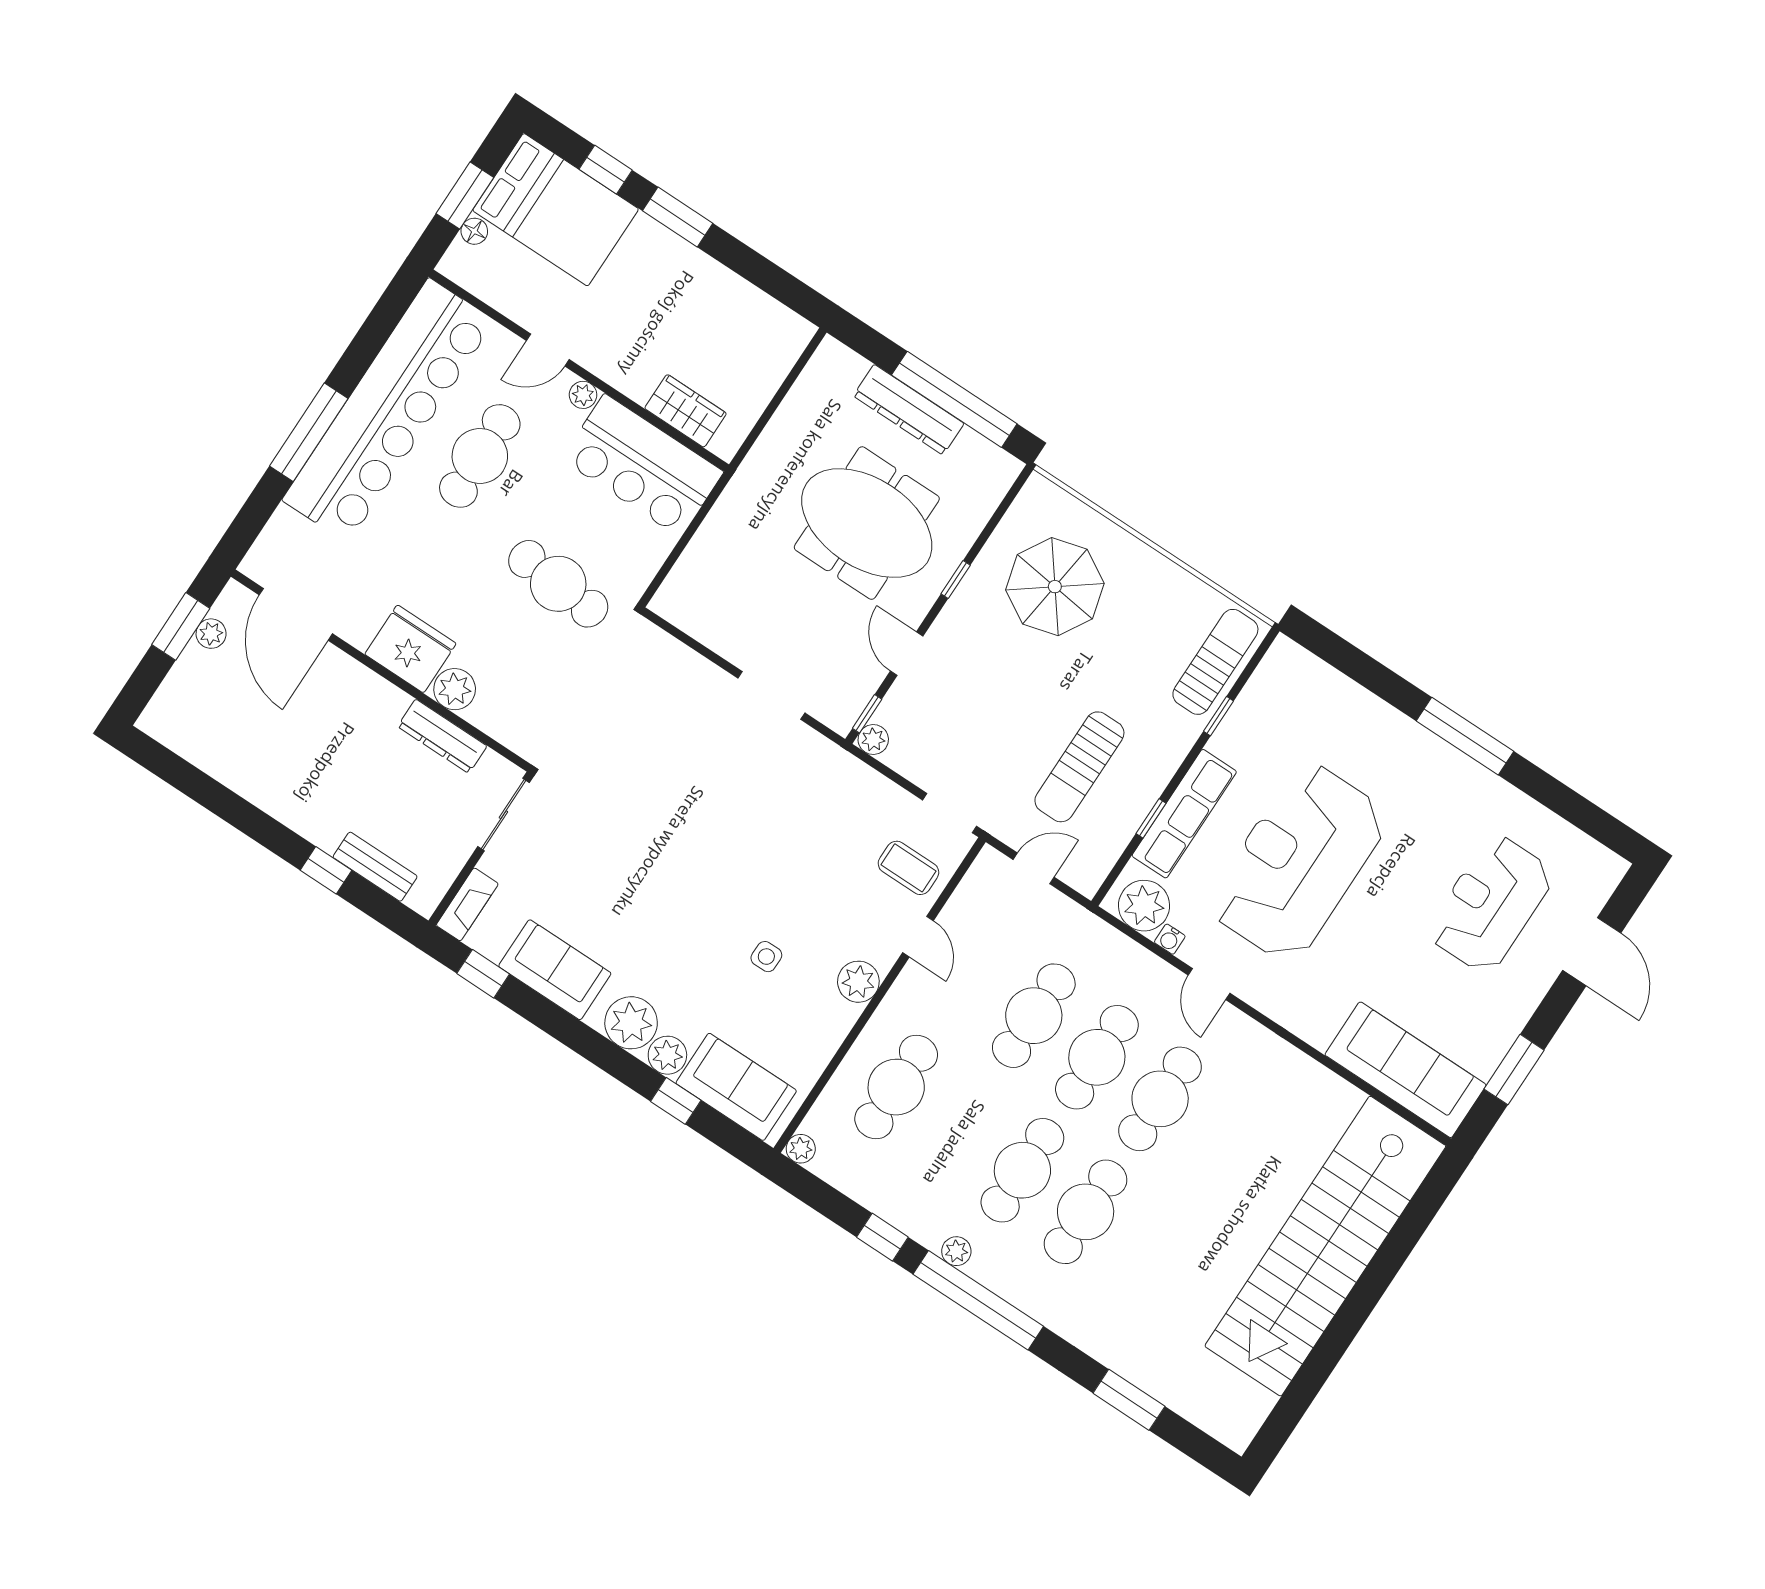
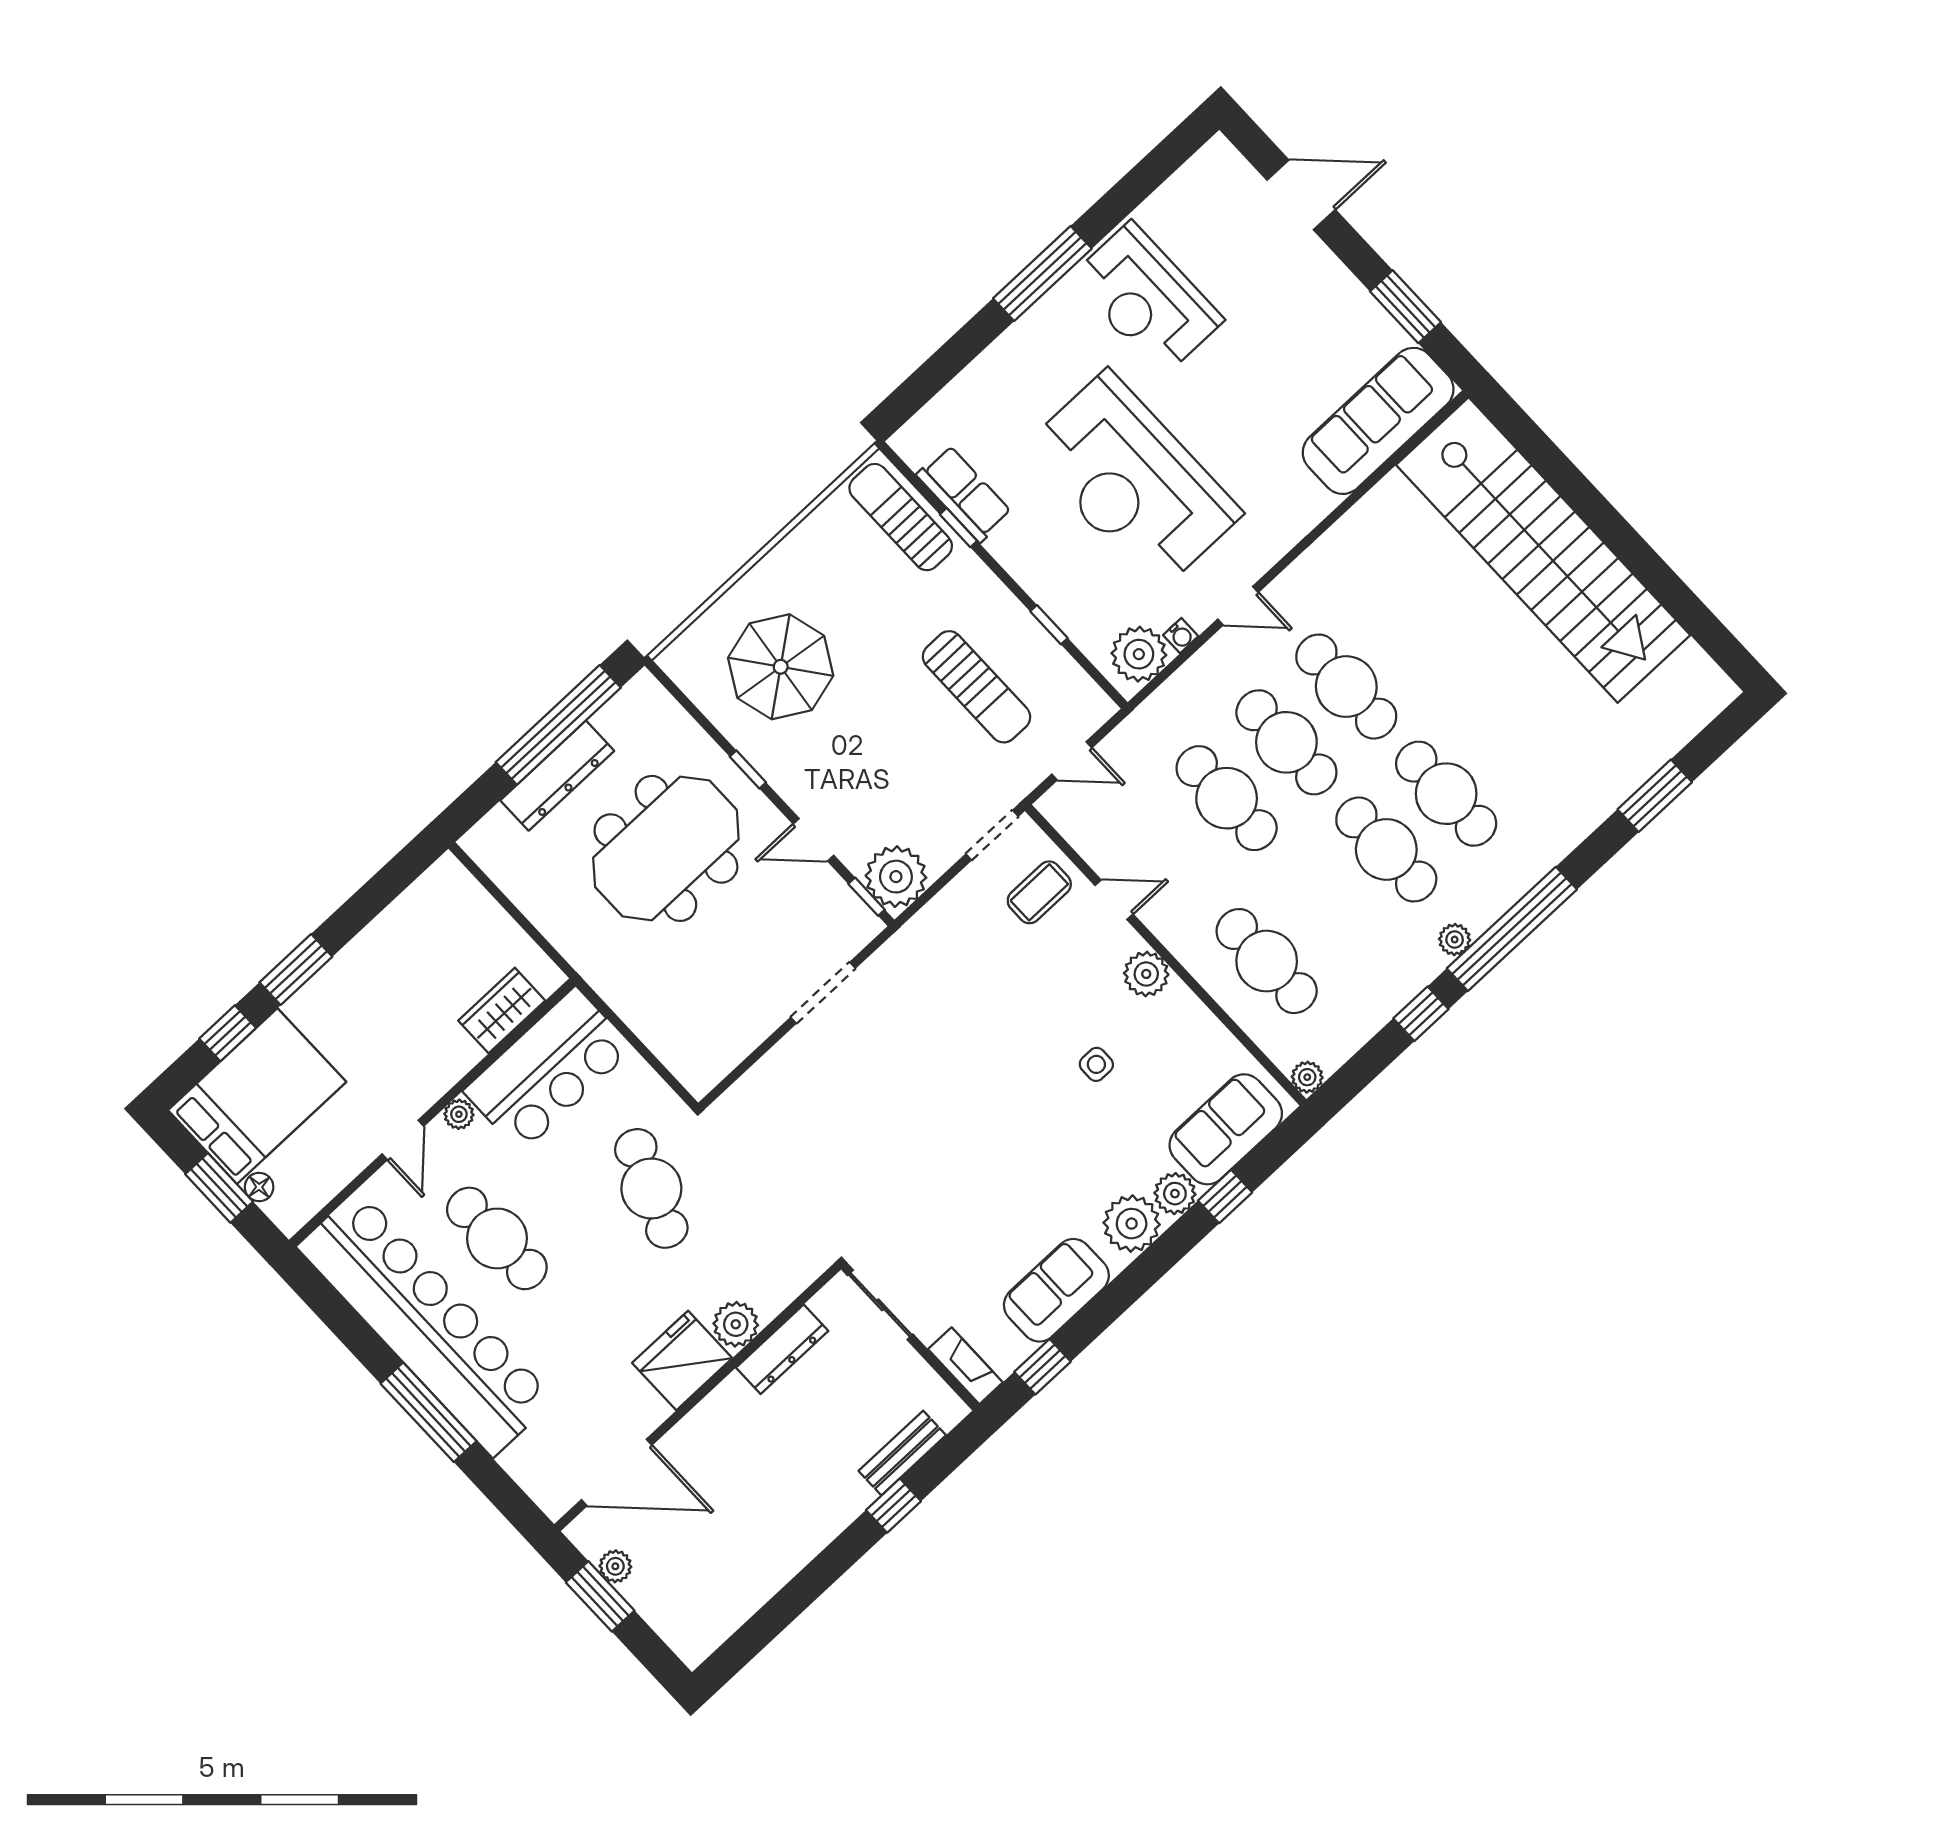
cafe table: (558, 584) -> (651, 1188), turned -73
plant: (873, 739) -> (896, 877), width x1.88, depth x1.88
row of seats: (1184, 814) -> (964, 494), moved, width x0.68
door: (1034, 868) -> (1072, 761), swing flipped
reception desk: (1491, 904) -> (1147, 299), moved

